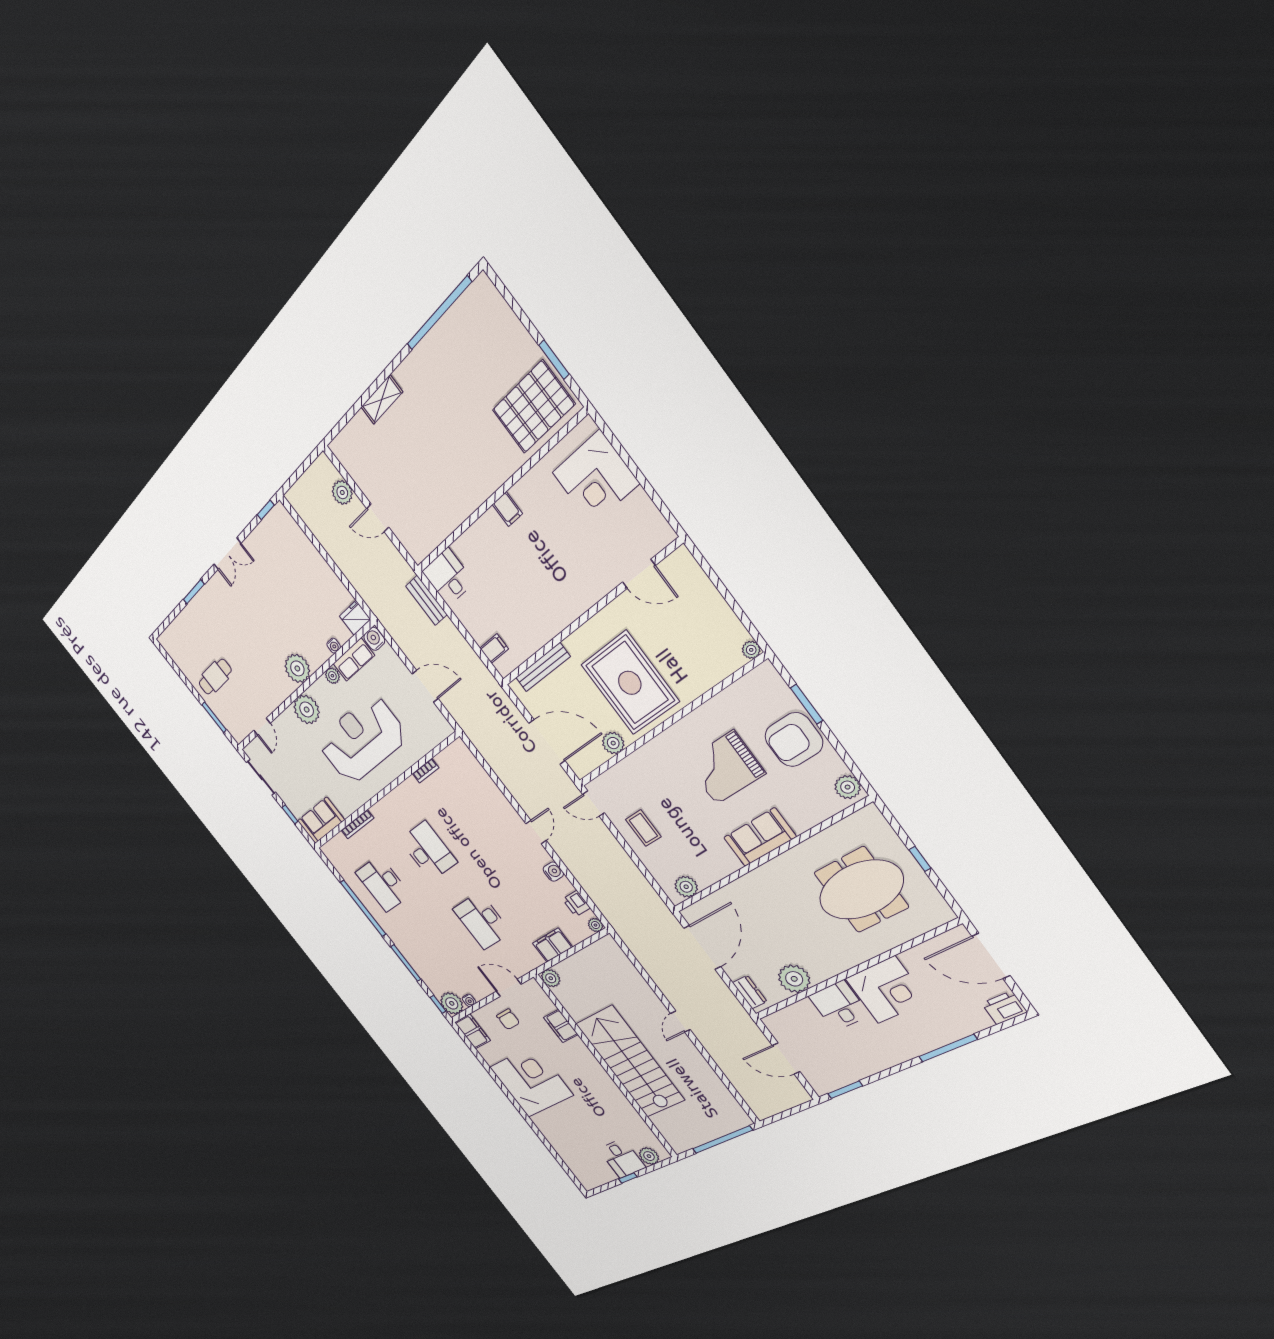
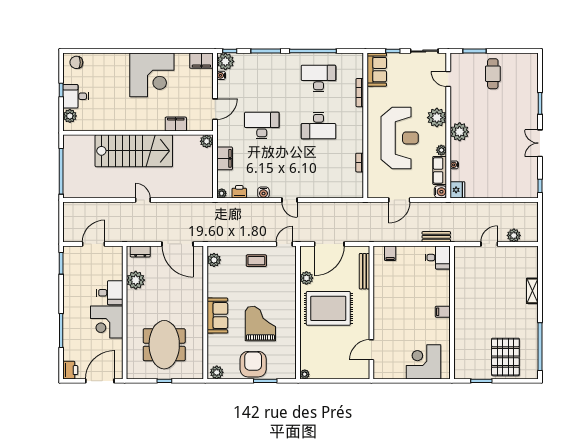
pallet: (533, 407) -> (505, 357), moved
chair: (508, 1019) -> (76, 62), moved

